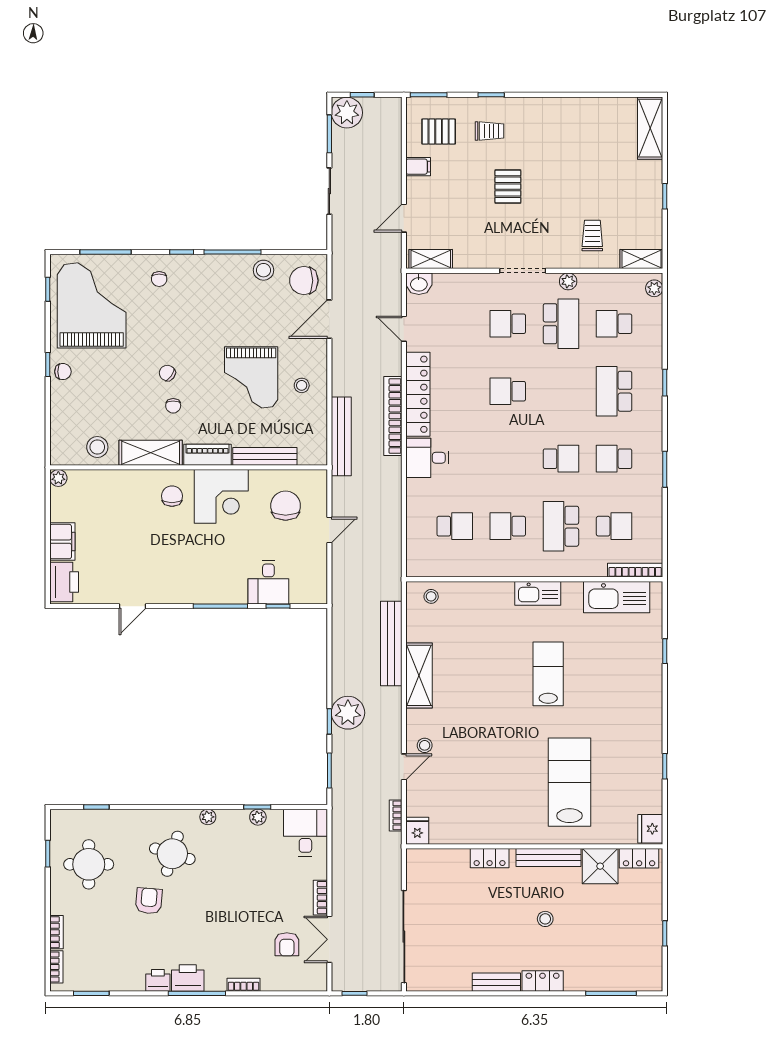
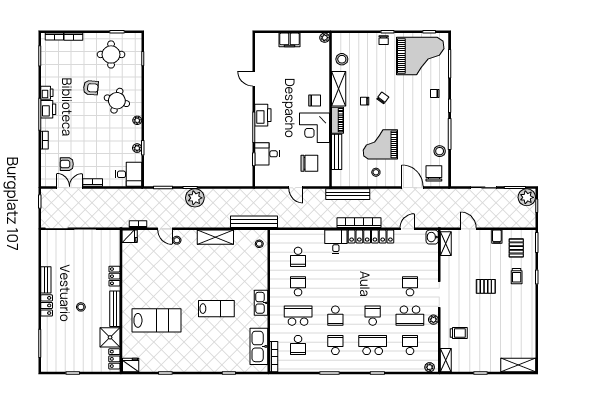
school desk: (508, 391) -> (373, 316), moved
printer: (64, 582) -> (263, 115), moved, turned -90
bench: (391, 644) -> (254, 222), moved

